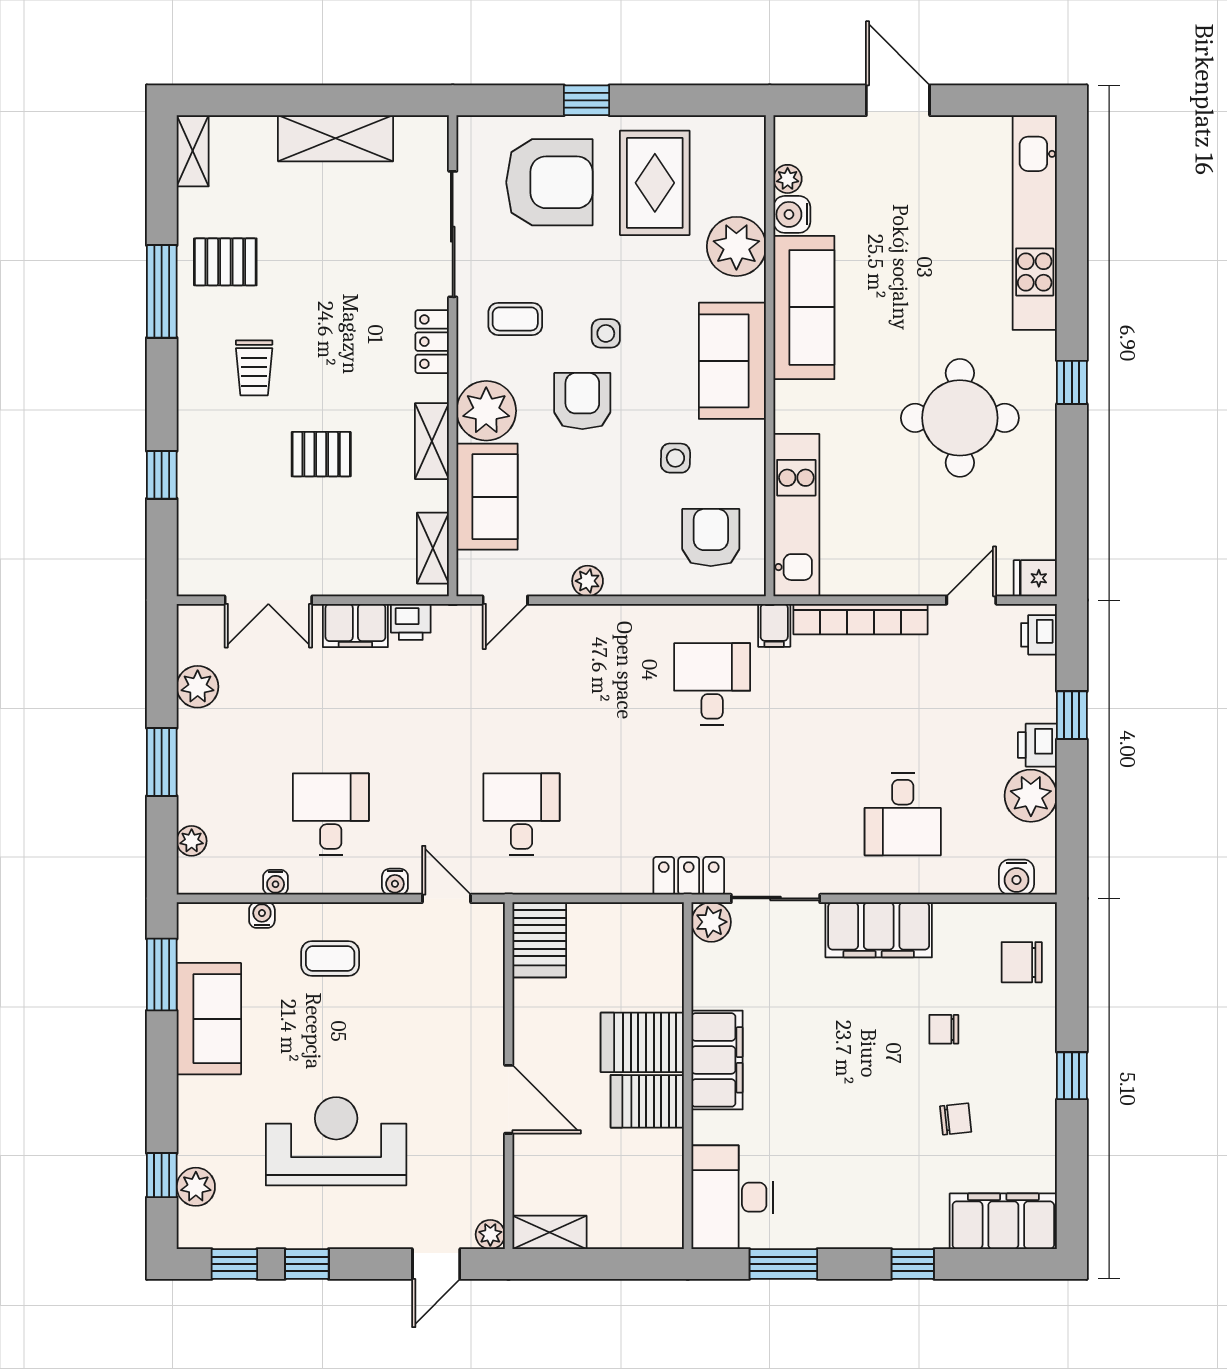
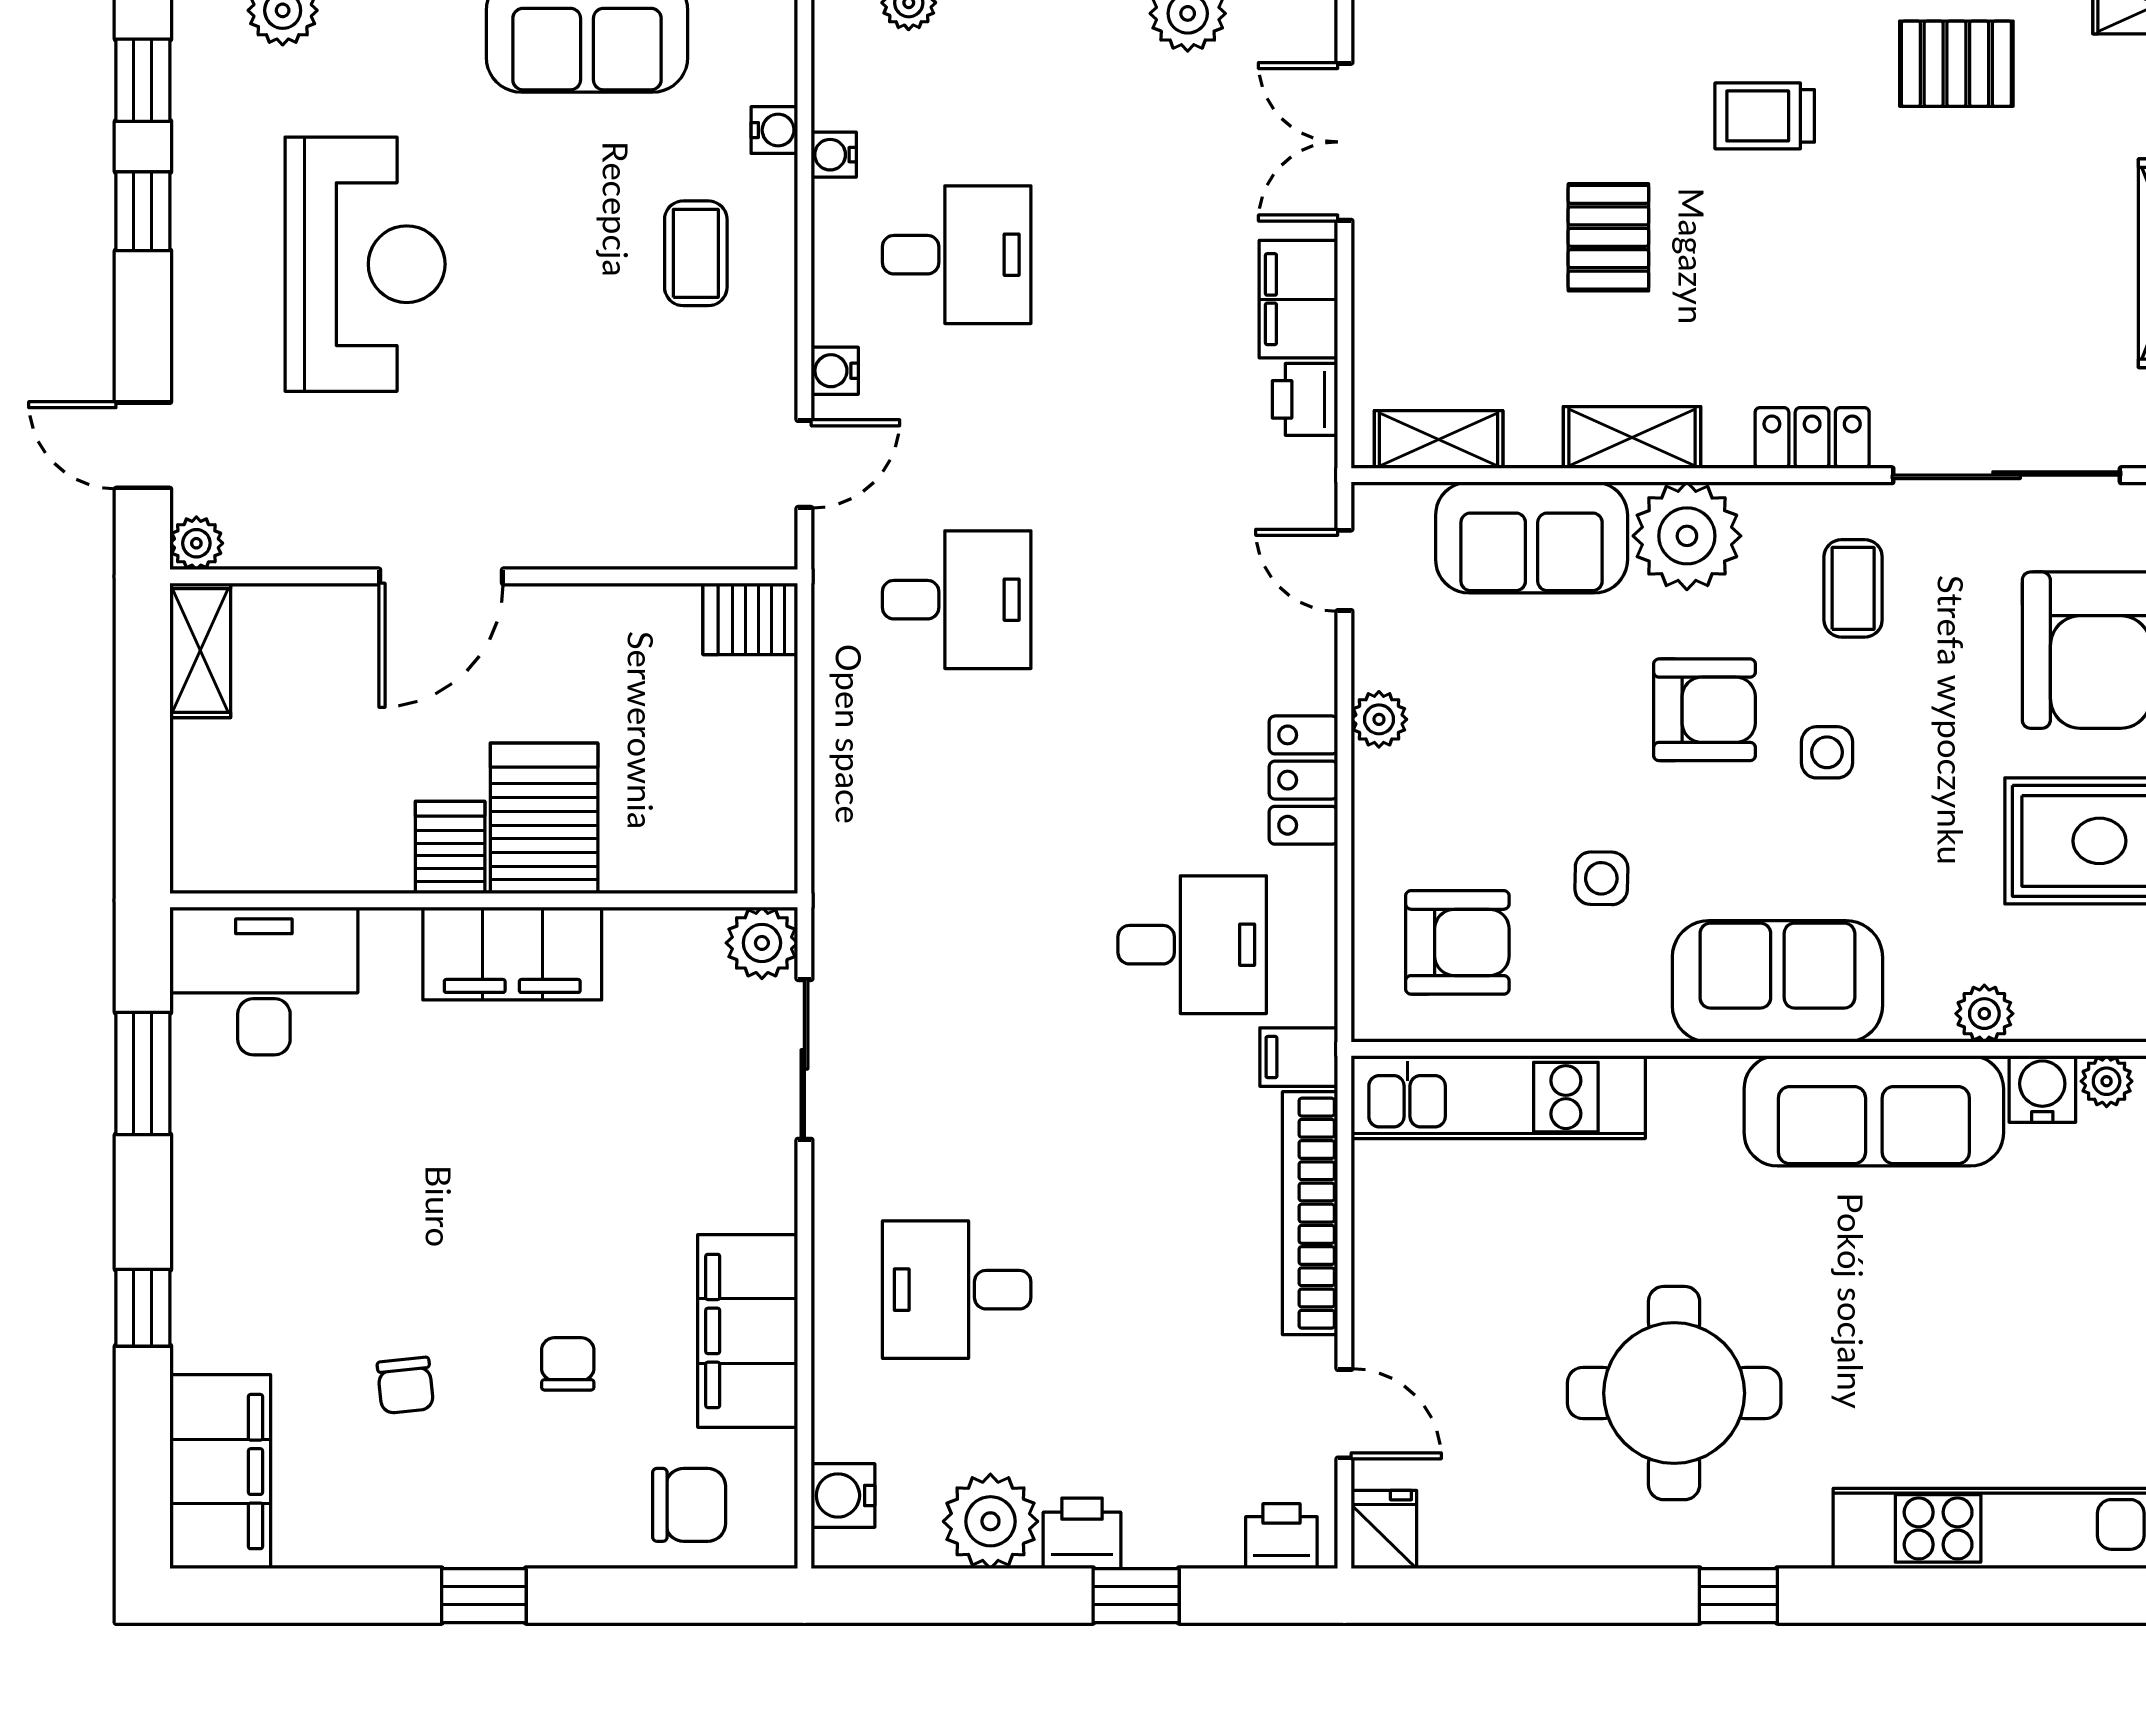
plant: (736, 246) -> (1984, 1014), width x0.53, depth x0.53
pallet: (225, 262) -> (1956, 64), turned 90
locker: (689, 876) -> (1303, 780), moved, turned 180
filing cabinet: (879, 930) -> (748, 1331), moved
server rack: (539, 940) -> (750, 619), width x0.73, depth x0.70
chair: (1022, 962) -> (689, 1505), turned 90
server rack: (647, 1101) -> (450, 847), width x0.73, depth x0.70

